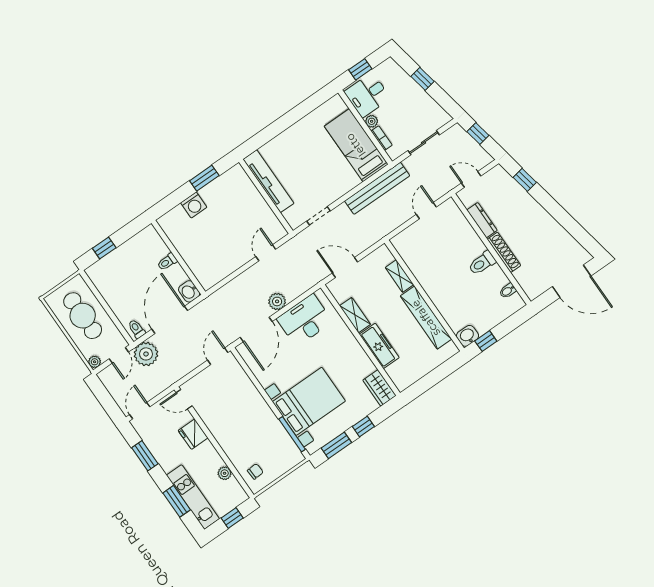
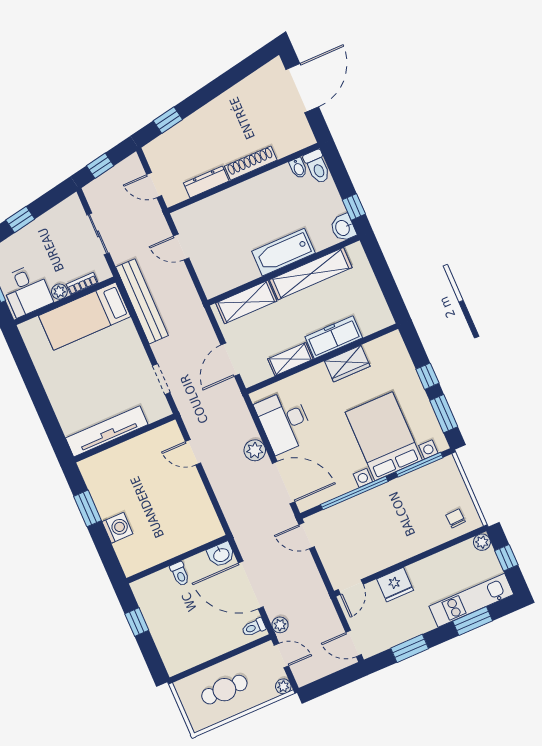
door: (471, 179) -> (154, 185), hinge flipped
window: (104, 248) -> (137, 622), moved
toilet: (482, 263) -> (317, 167), moved
shelving: (399, 276) -> (246, 302), width x1.50, depth x1.33
bathtub: (439, 292) -> (283, 252), added
cafe table: (83, 316) -> (224, 690), width x0.73, depth x0.74
plant: (146, 354) -> (280, 625), width x0.53, depth x0.53
window: (259, 387) -> (354, 493), added
wardrobe: (379, 388) -> (347, 364), moved
plant: (225, 473) -> (482, 542), moved

